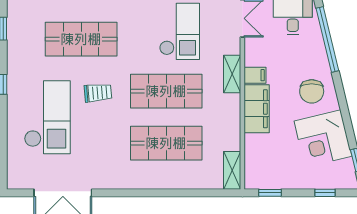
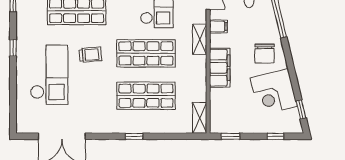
filing cabinet: (255, 75) -> (218, 26), moved
window: (152, 193) -> (134, 136), added

